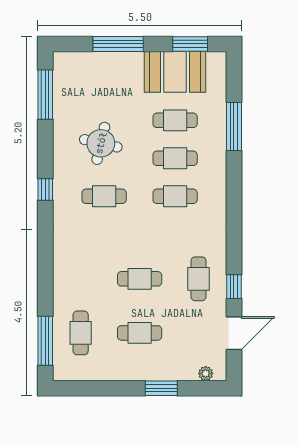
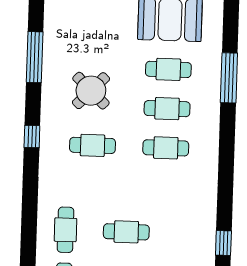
window: (45, 95) -> (35, 57), moved
round table: (101, 143) -> (91, 91), turned 31
cafe table: (199, 279) -> (66, 230), moved

